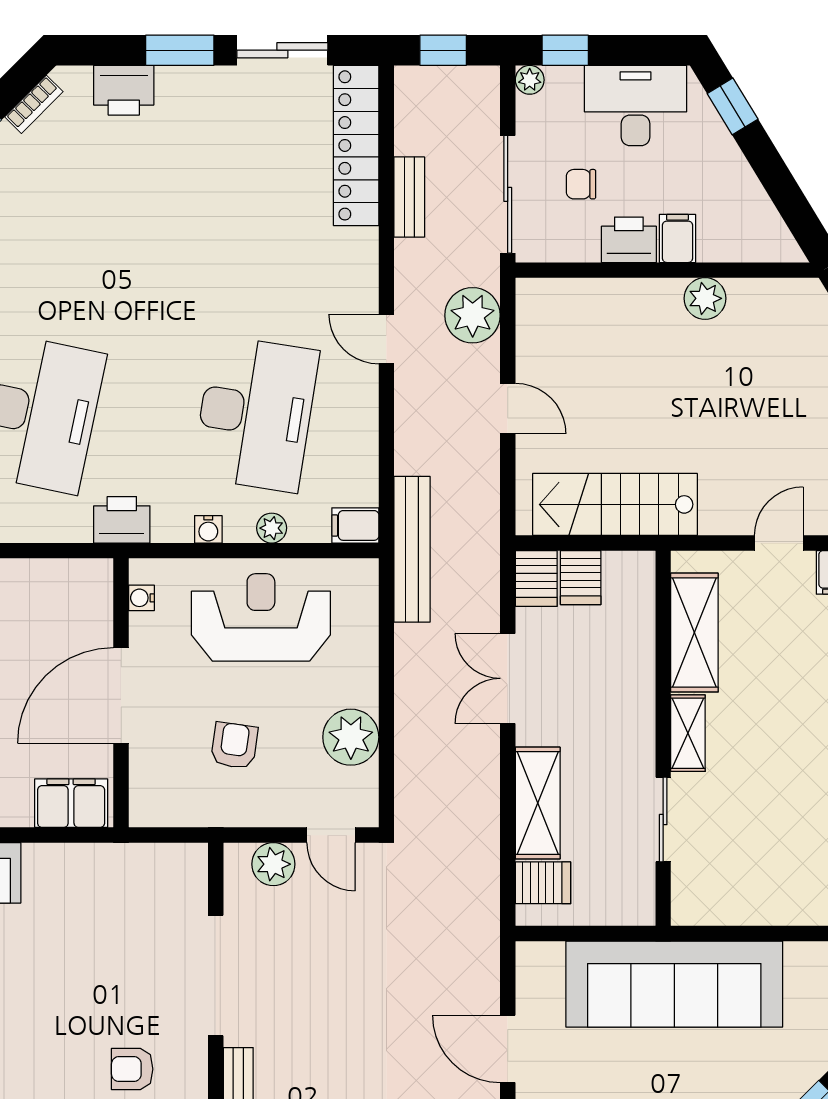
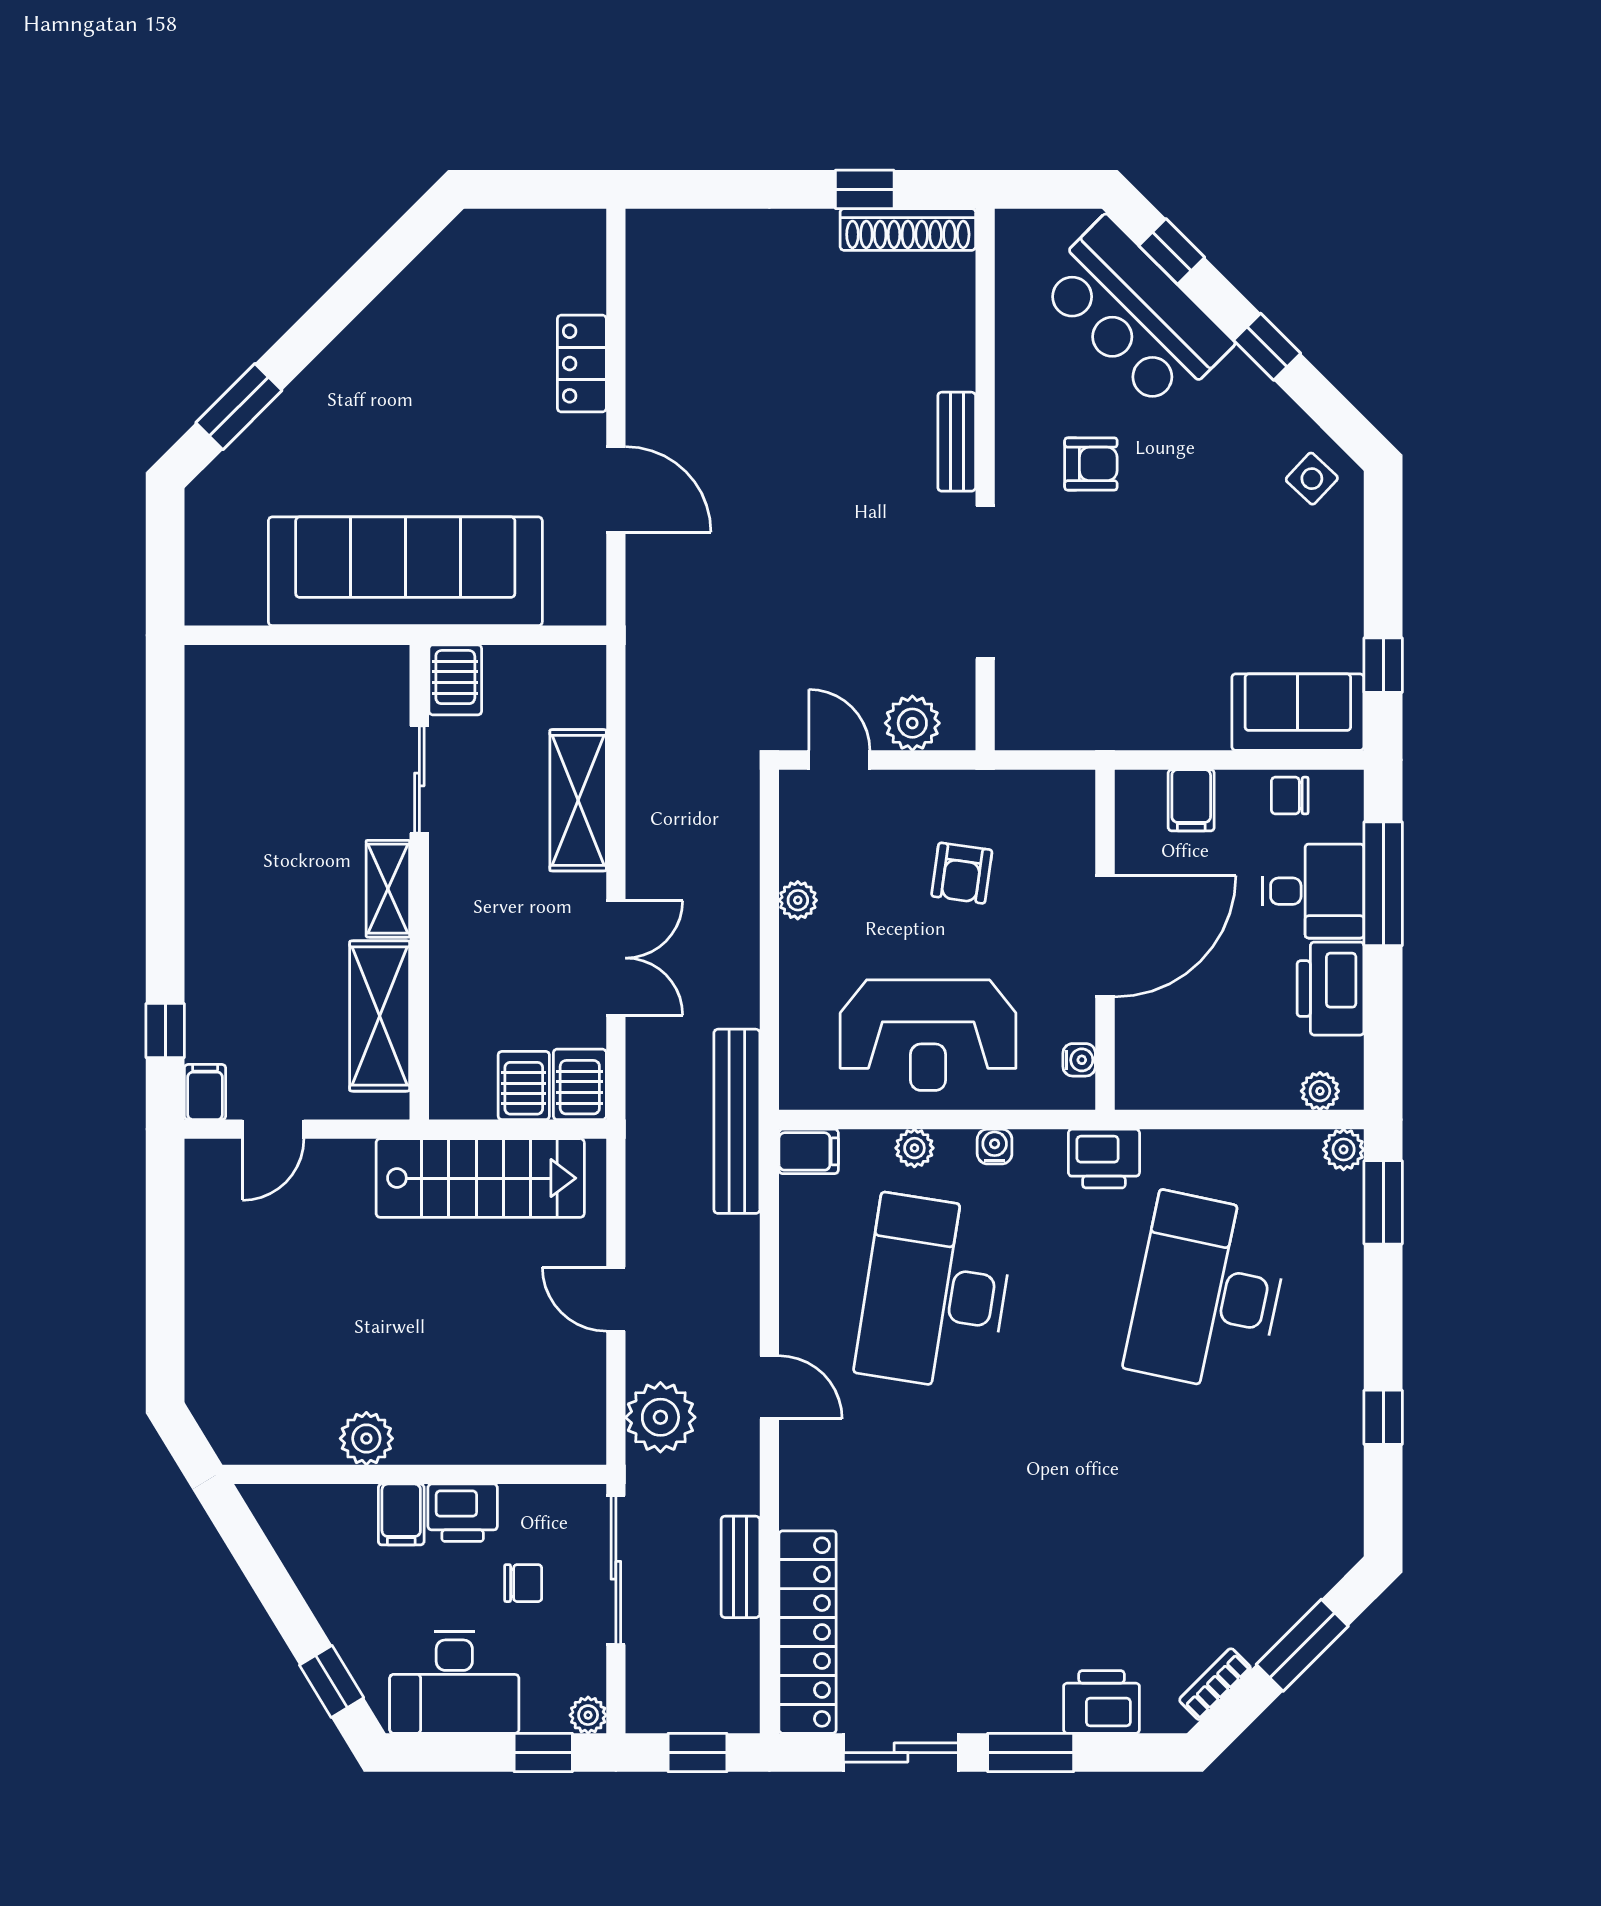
plant: (351, 737) -> (798, 900), width x0.53, depth x0.53
filing cabinet: (71, 803) -> (1191, 800), width x0.50
server rack: (543, 883) -> (455, 680), moved, turned -90

